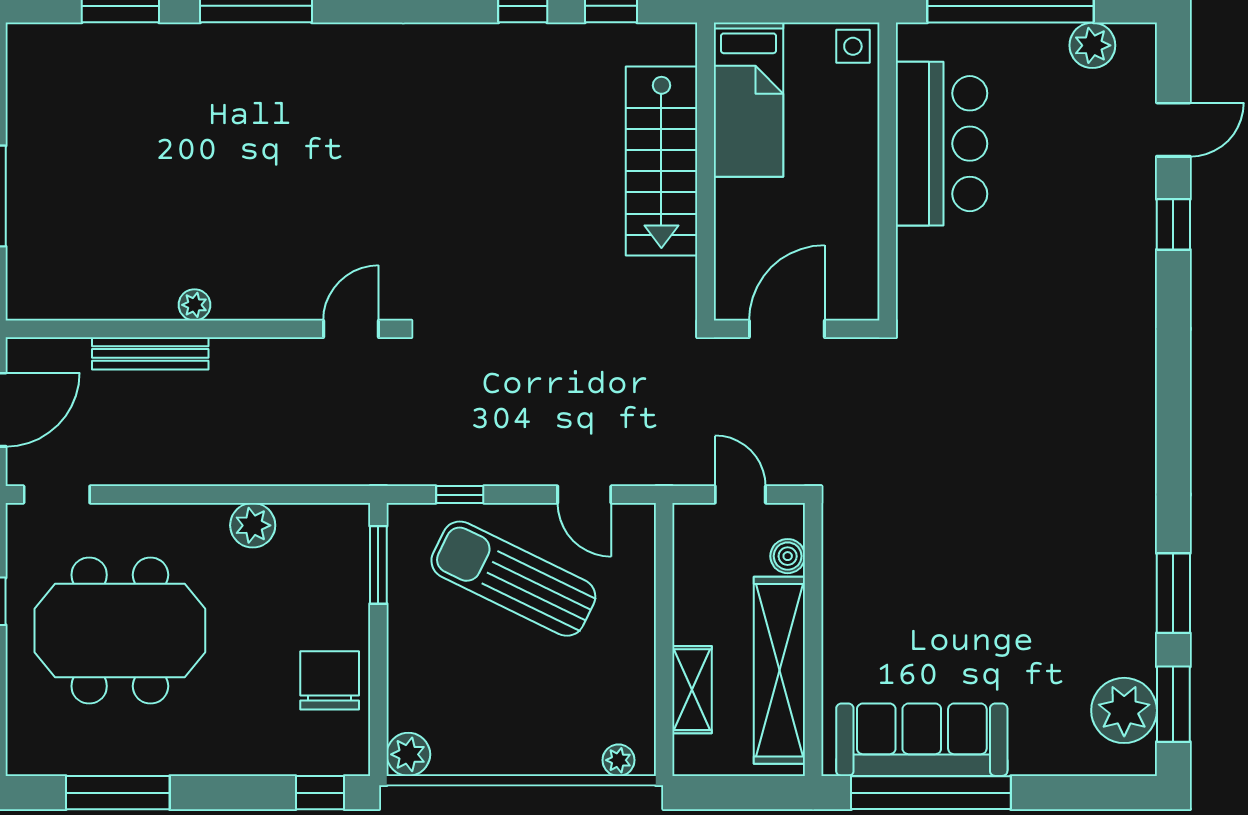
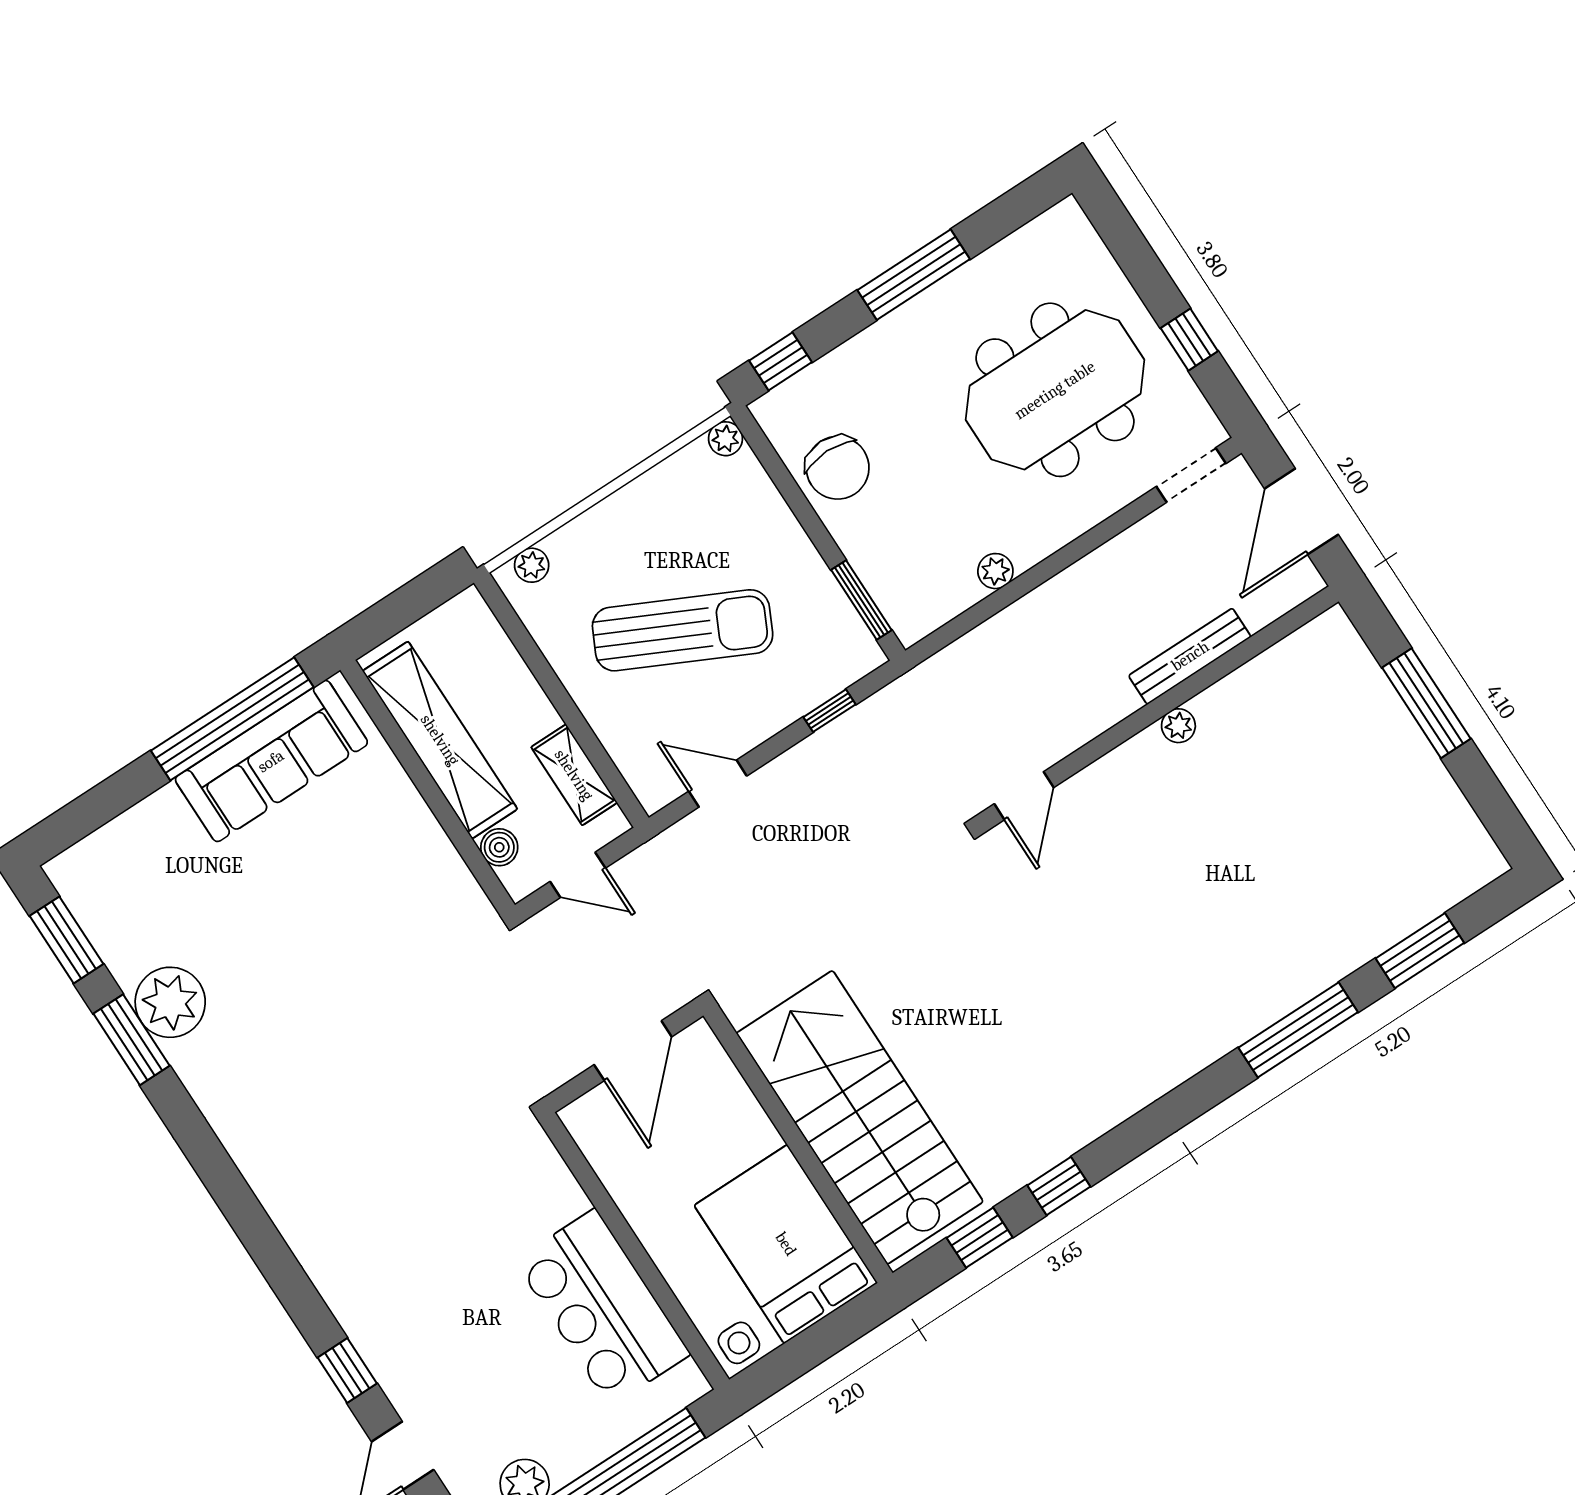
bed: (748, 100) -> (786, 1244), width x1.50
stairs: (661, 161) -> (860, 1117), width x1.36, depth x1.51
plant: (253, 525) -> (995, 571), width x0.73, depth x0.73
sun lounger: (513, 579) -> (683, 630), moved
shelving: (692, 690) -> (574, 775), moved
plant: (1124, 710) -> (170, 1002), moved
plant: (408, 754) -> (725, 439), width x0.73, depth x0.73
window: (118, 793) -> (914, 275), moved

